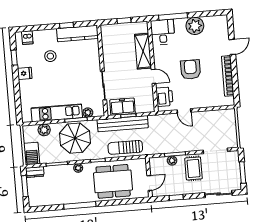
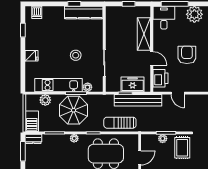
stool: (50, 56) -> (76, 55), moved
fridge: (25, 73) -> (31, 56), moved
freezer: (123, 107) -> (133, 84), moved
bench: (123, 124) -> (138, 100), moved

